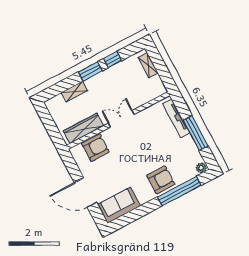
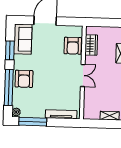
wardrobe: (83, 128) -> (91, 45), width x0.67
window: (196, 133) -> (33, 122), moved
window: (139, 212) -> (10, 50), added

